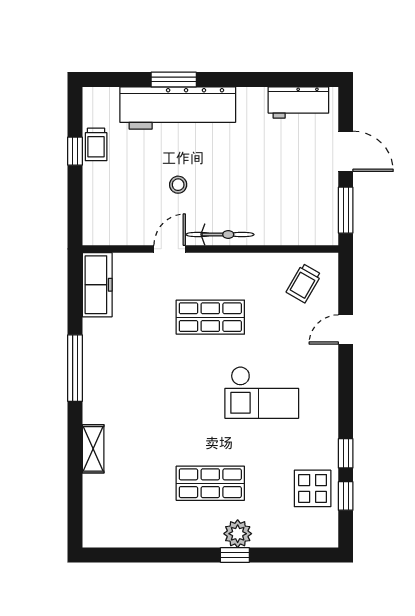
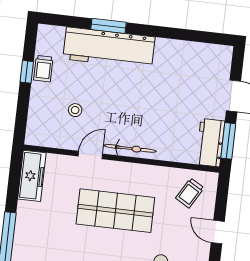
workbench: (298, 102) -> (210, 143), moved, turned 90
stool: (178, 185) -> (75, 110), moved
shop shelf: (210, 317) -> (115, 211), width x1.43, depth x1.36
door: (346, 329) -> (218, 232), hinge flipped

